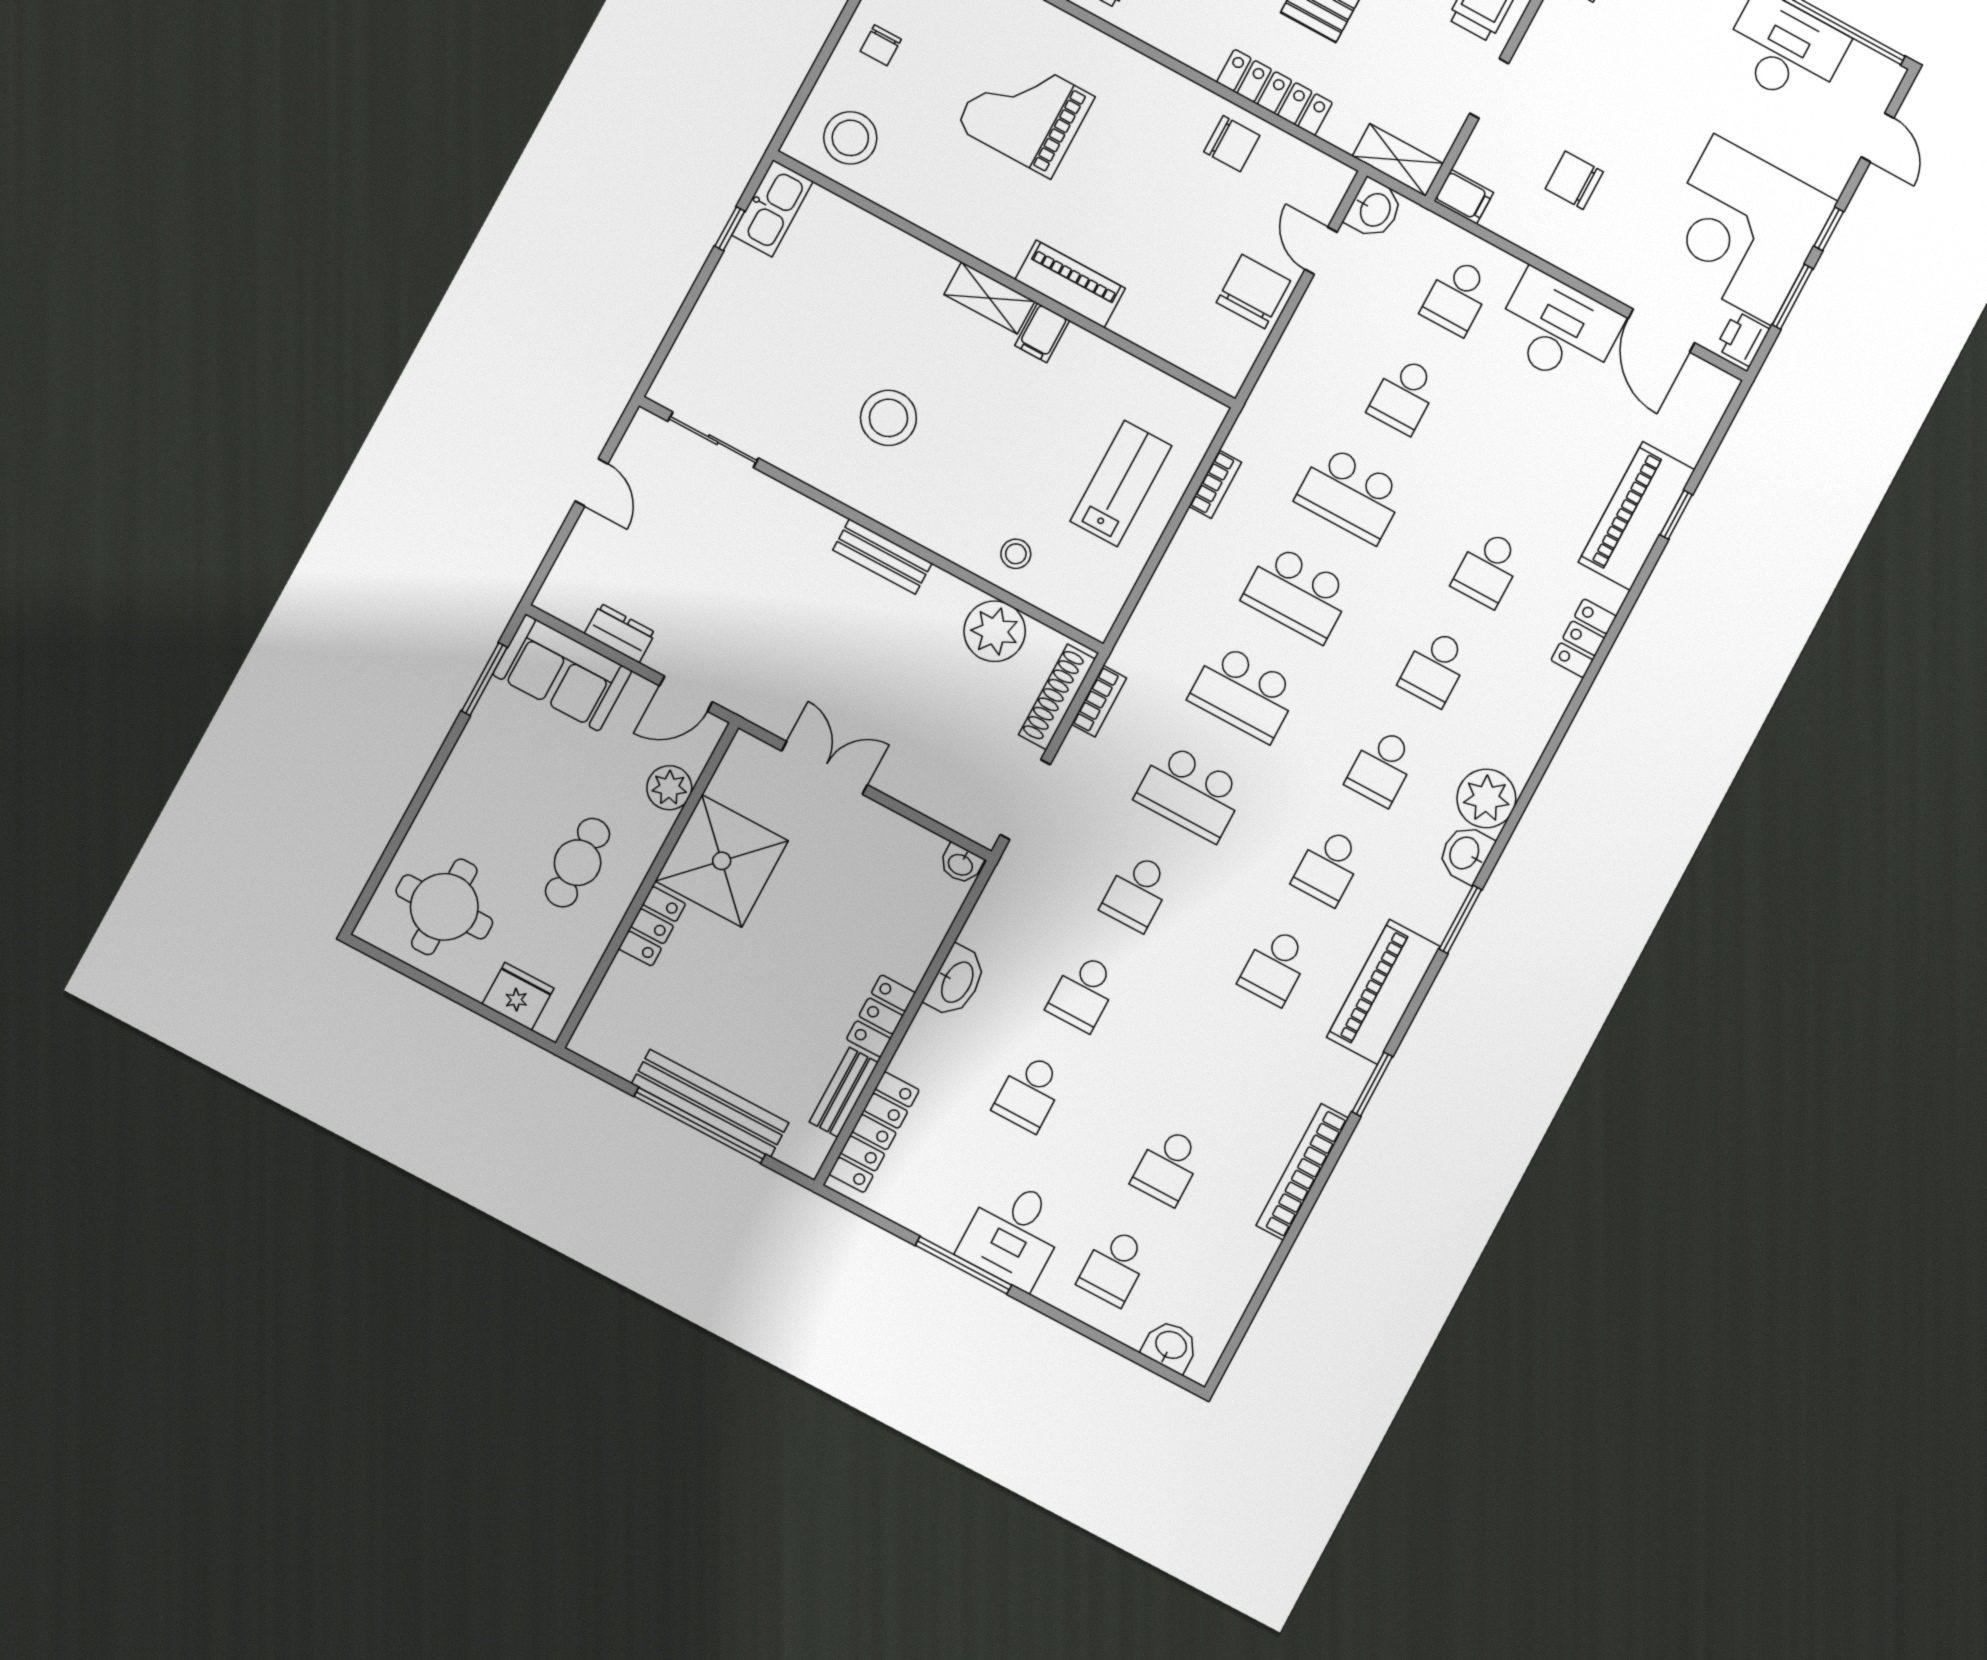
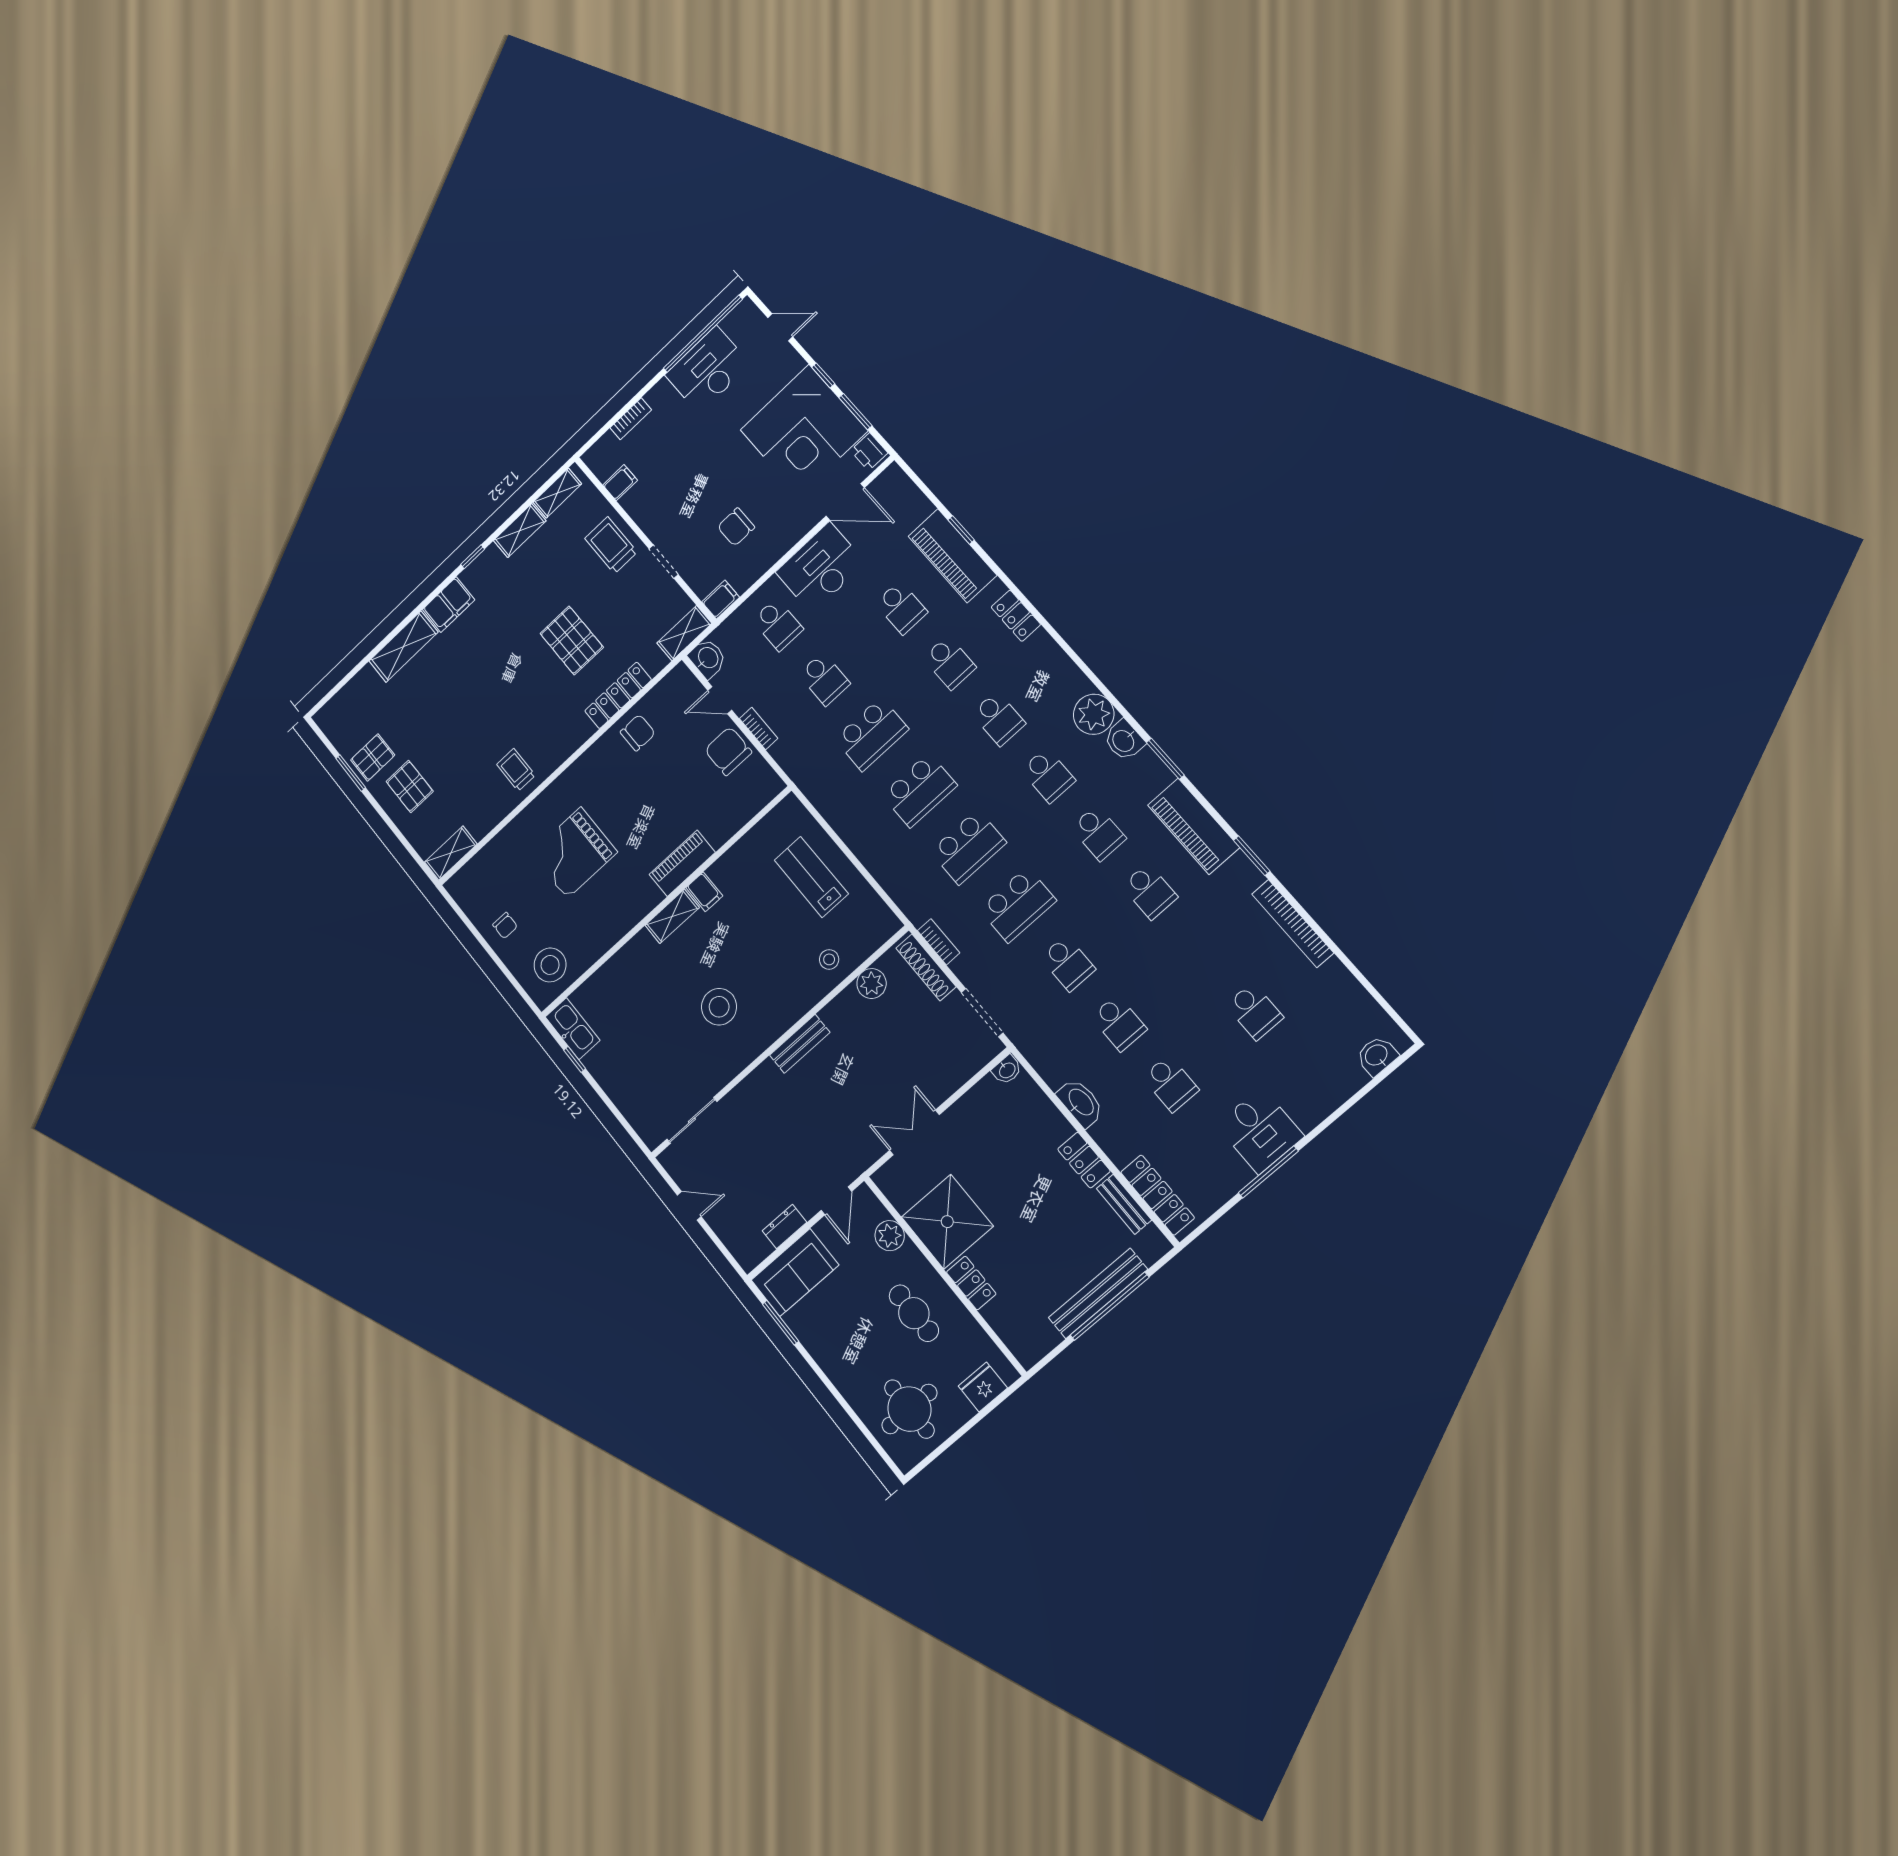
bookcase: (1215, 484) -> (759, 728), moved
plant: (995, 631) -> (872, 984), width x0.73, depth x0.73
school desk: (1114, 1267) -> (901, 608), moved

